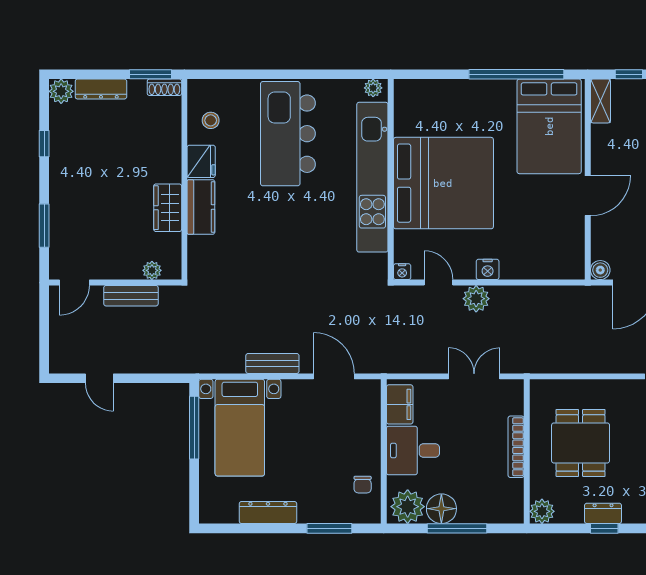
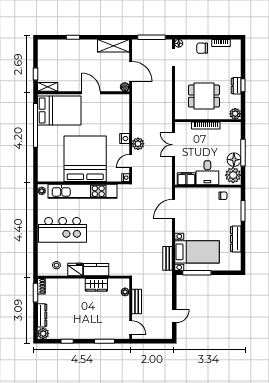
bench: (272, 363) -> (168, 258), moved

